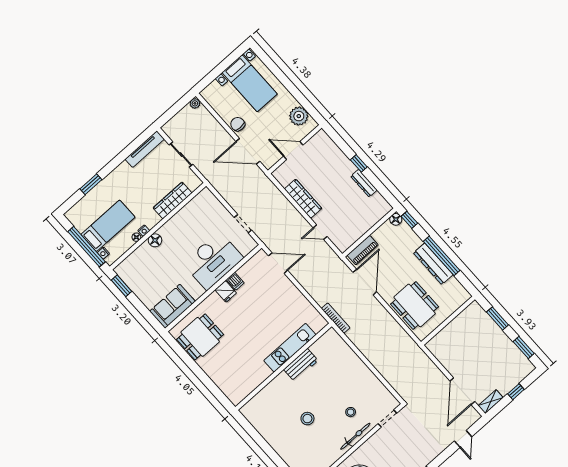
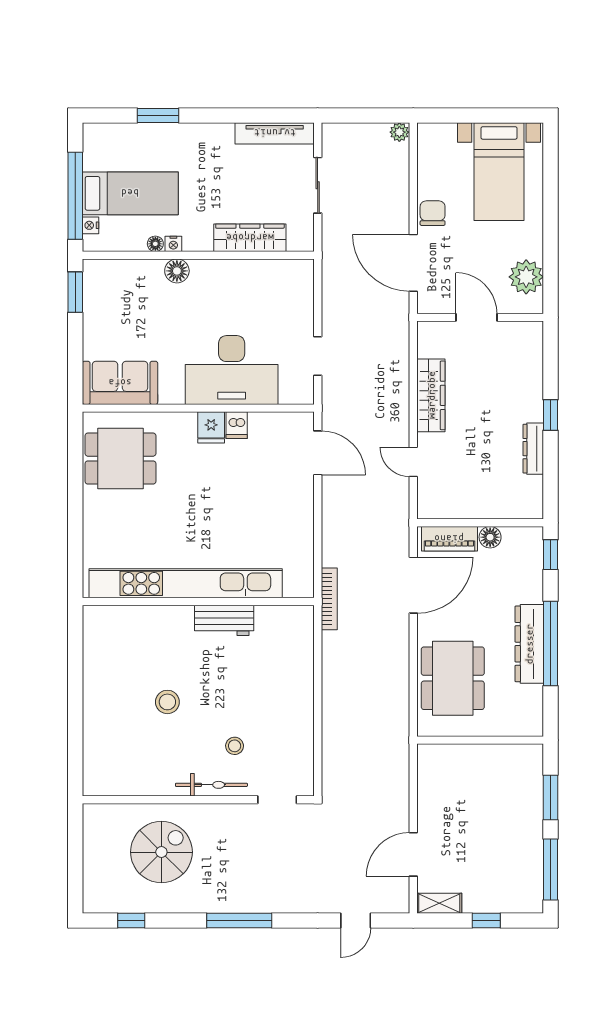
floor lamp: (396, 219) -> (490, 537), moved
kitchen unit: (290, 348) -> (186, 583), width x1.86
window: (524, 348) -> (551, 869), width x1.44
door: (462, 391) -> (413, 854), width x0.73

